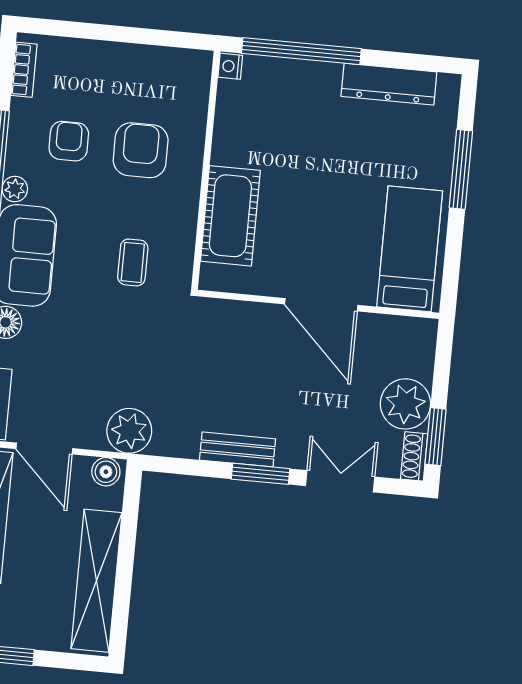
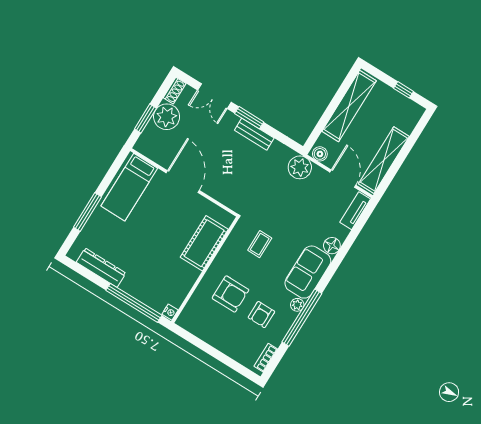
armchair: (141, 150) -> (230, 294), turned -90
window: (436, 437) -> (145, 119), moved

